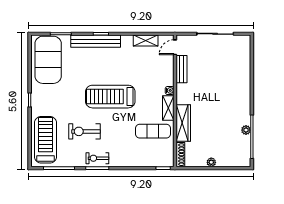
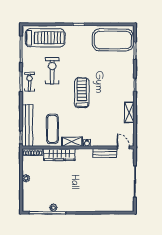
bench: (96, 41) -> (27, 126), moved
shelving: (146, 41) -> (129, 112), moved
treadmill: (110, 97) -> (82, 93), width x0.73, depth x0.73

